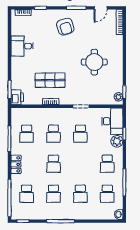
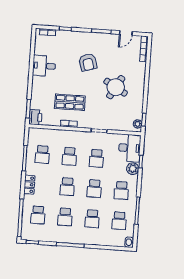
armchair: (65, 27) -> (88, 62), moved
round table: (94, 62) -> (116, 87), turned 30
school desk: (80, 164) -> (94, 189), added

